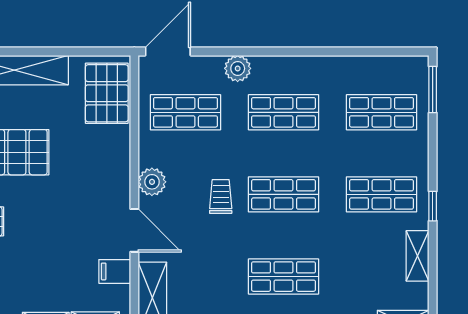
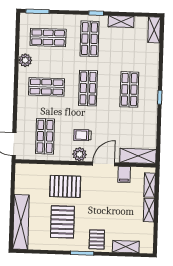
plant: (238, 68) -> (25, 60), moved
pallet: (107, 93) -> (65, 186), moved
shop shelf: (283, 112) -> (47, 87), turned 90
shop shelf: (382, 112) -> (48, 37), turned 90
trolley: (221, 196) -> (82, 135), moved

